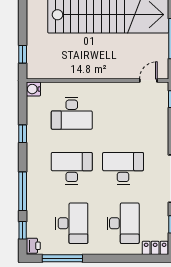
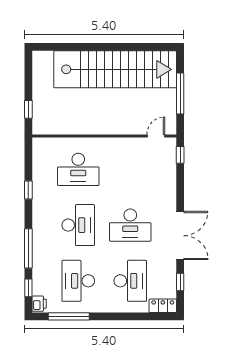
water cooler: (33, 89) -> (39, 145), removed
desk: (72, 168) -> (78, 225), turned 90
desk: (123, 168) -> (130, 225), turned 180
desk: (72, 223) -> (78, 281), turned 180

